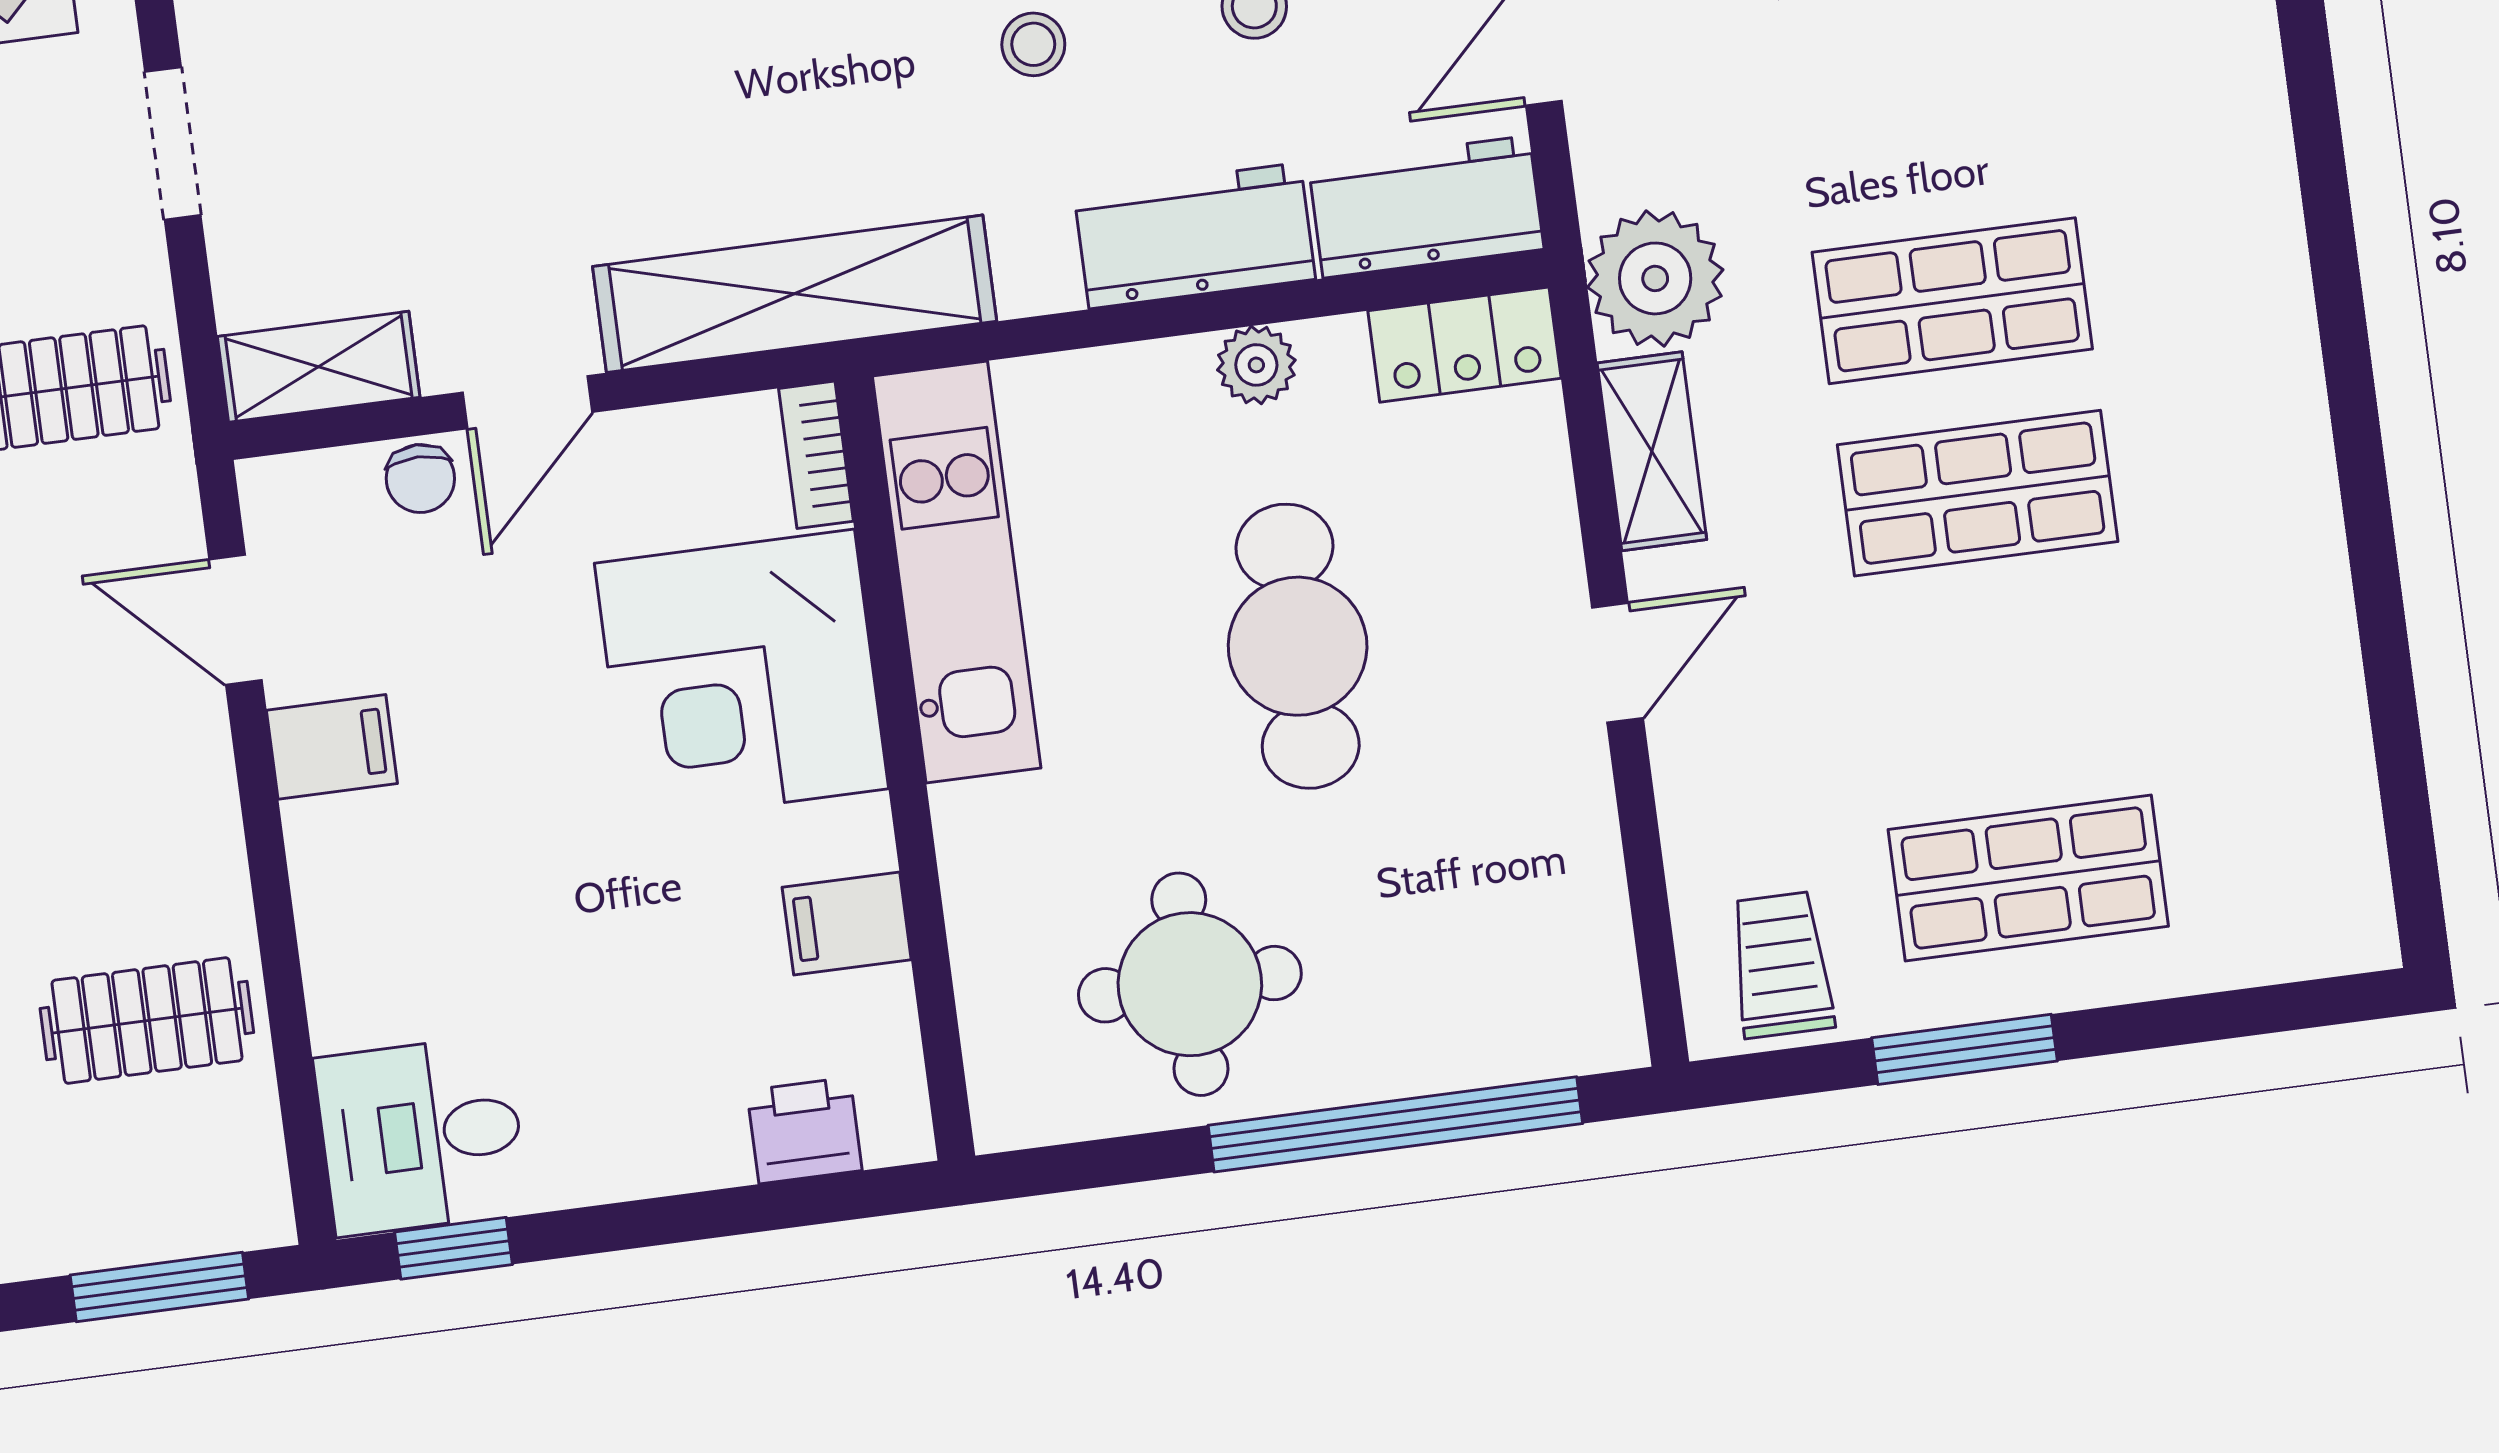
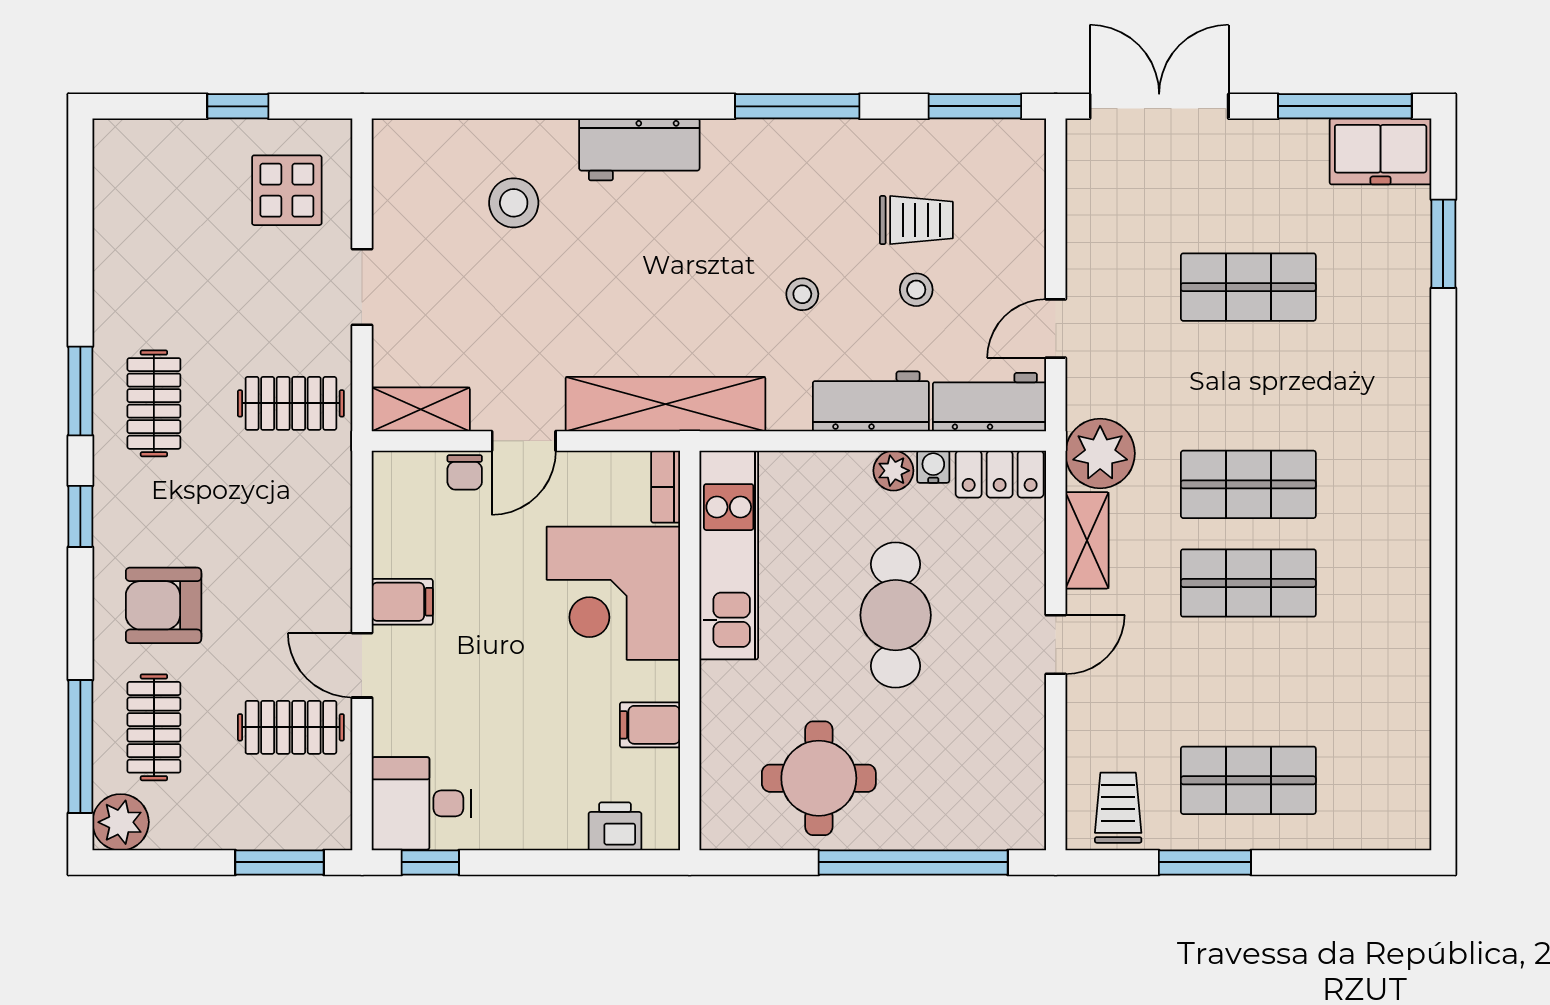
water cooler: (1333, 347) -> (933, 467), added
door: (236, 620) -> (362, 665), moved

